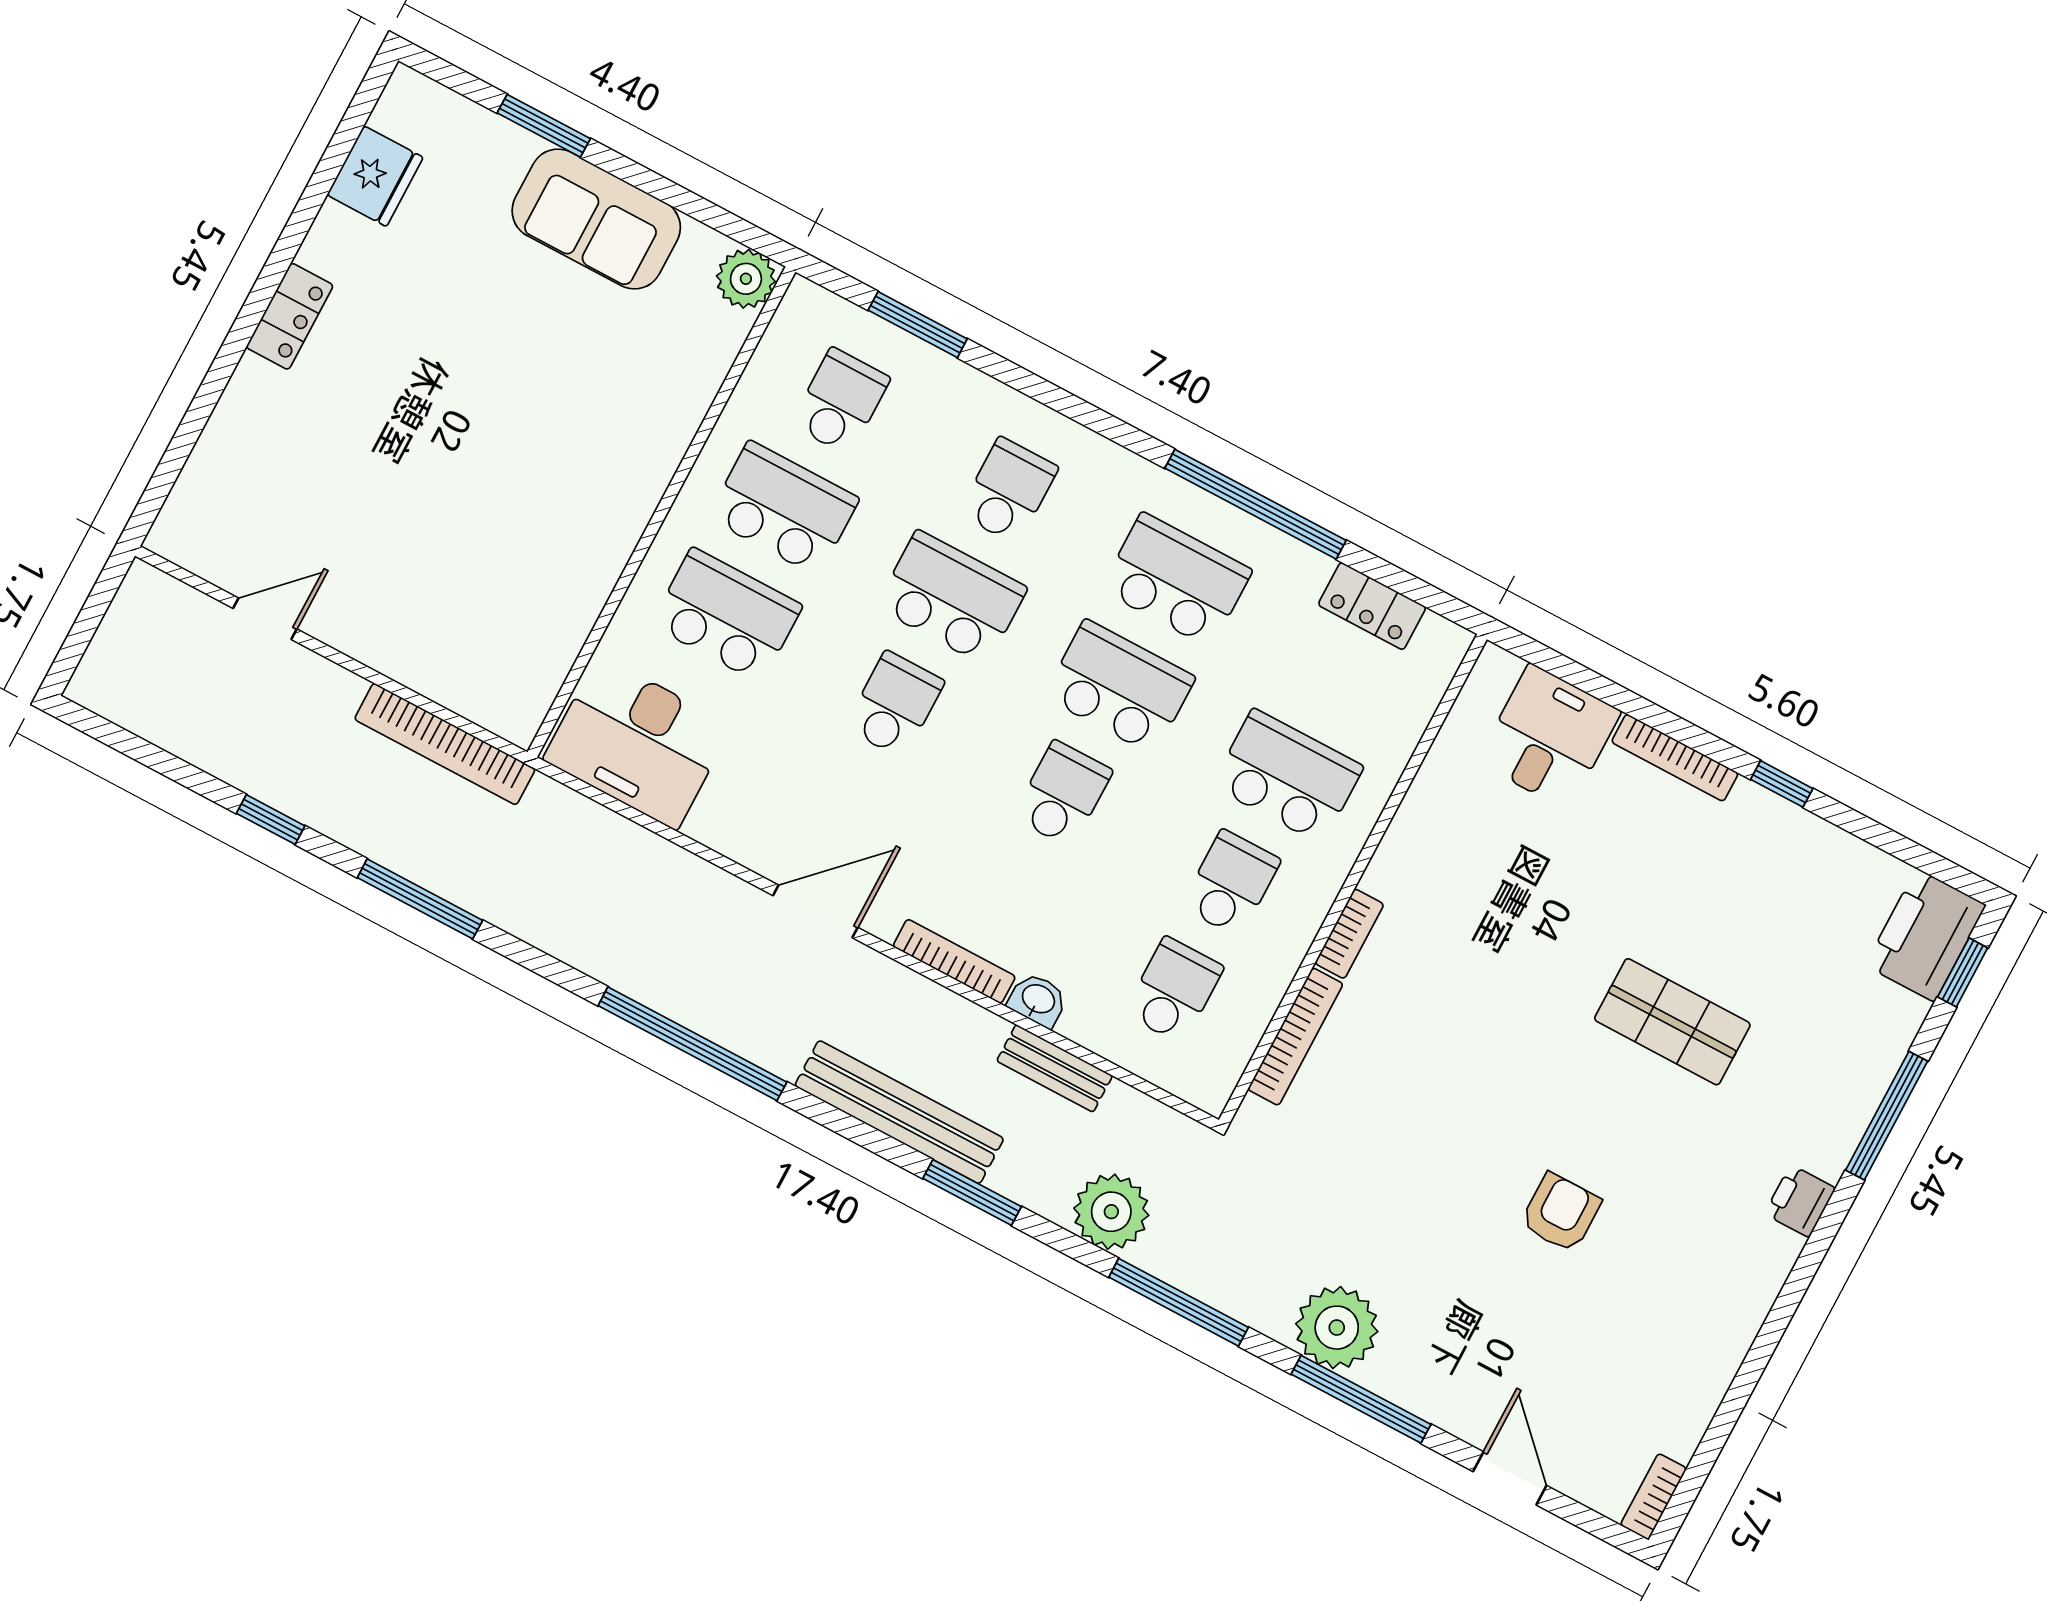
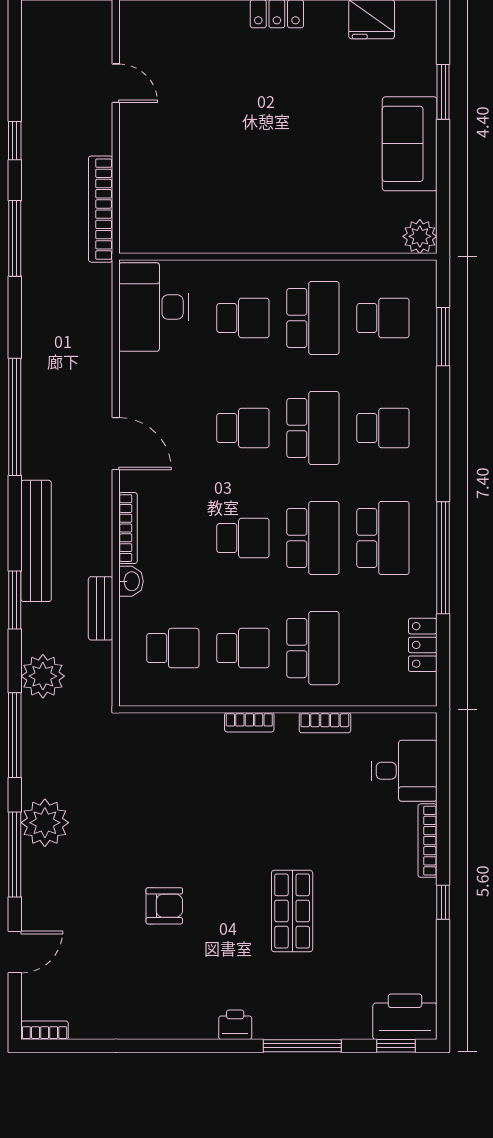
school desk: (727, 615) -> (243, 318), width x0.54
bookcase: (1295, 1037) -> (325, 723), moved, width x0.64

